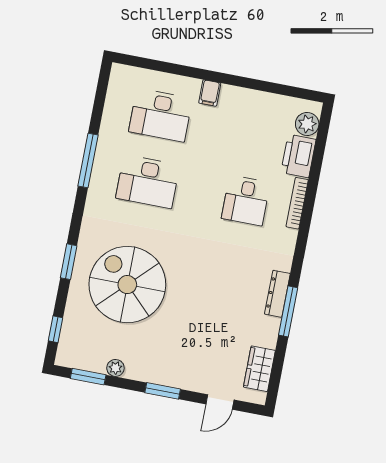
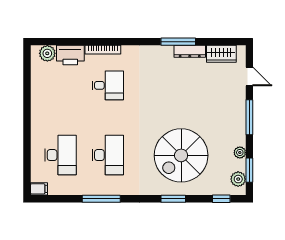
filing cabinet: (210, 93) -> (39, 189), moved
dresser: (277, 294) -> (190, 51), moved
plant: (79, 359) -> (238, 179), added
window: (163, 391) -> (249, 117), width x1.44

